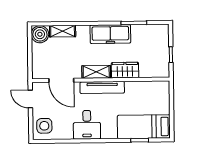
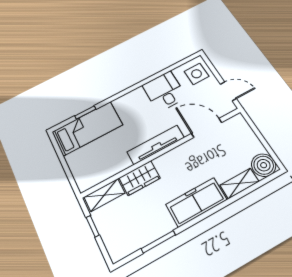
freezer: (110, 34) -> (196, 202), moved
shelving: (96, 72) -> (104, 195), moved
desk: (87, 125) -> (164, 91), moved

